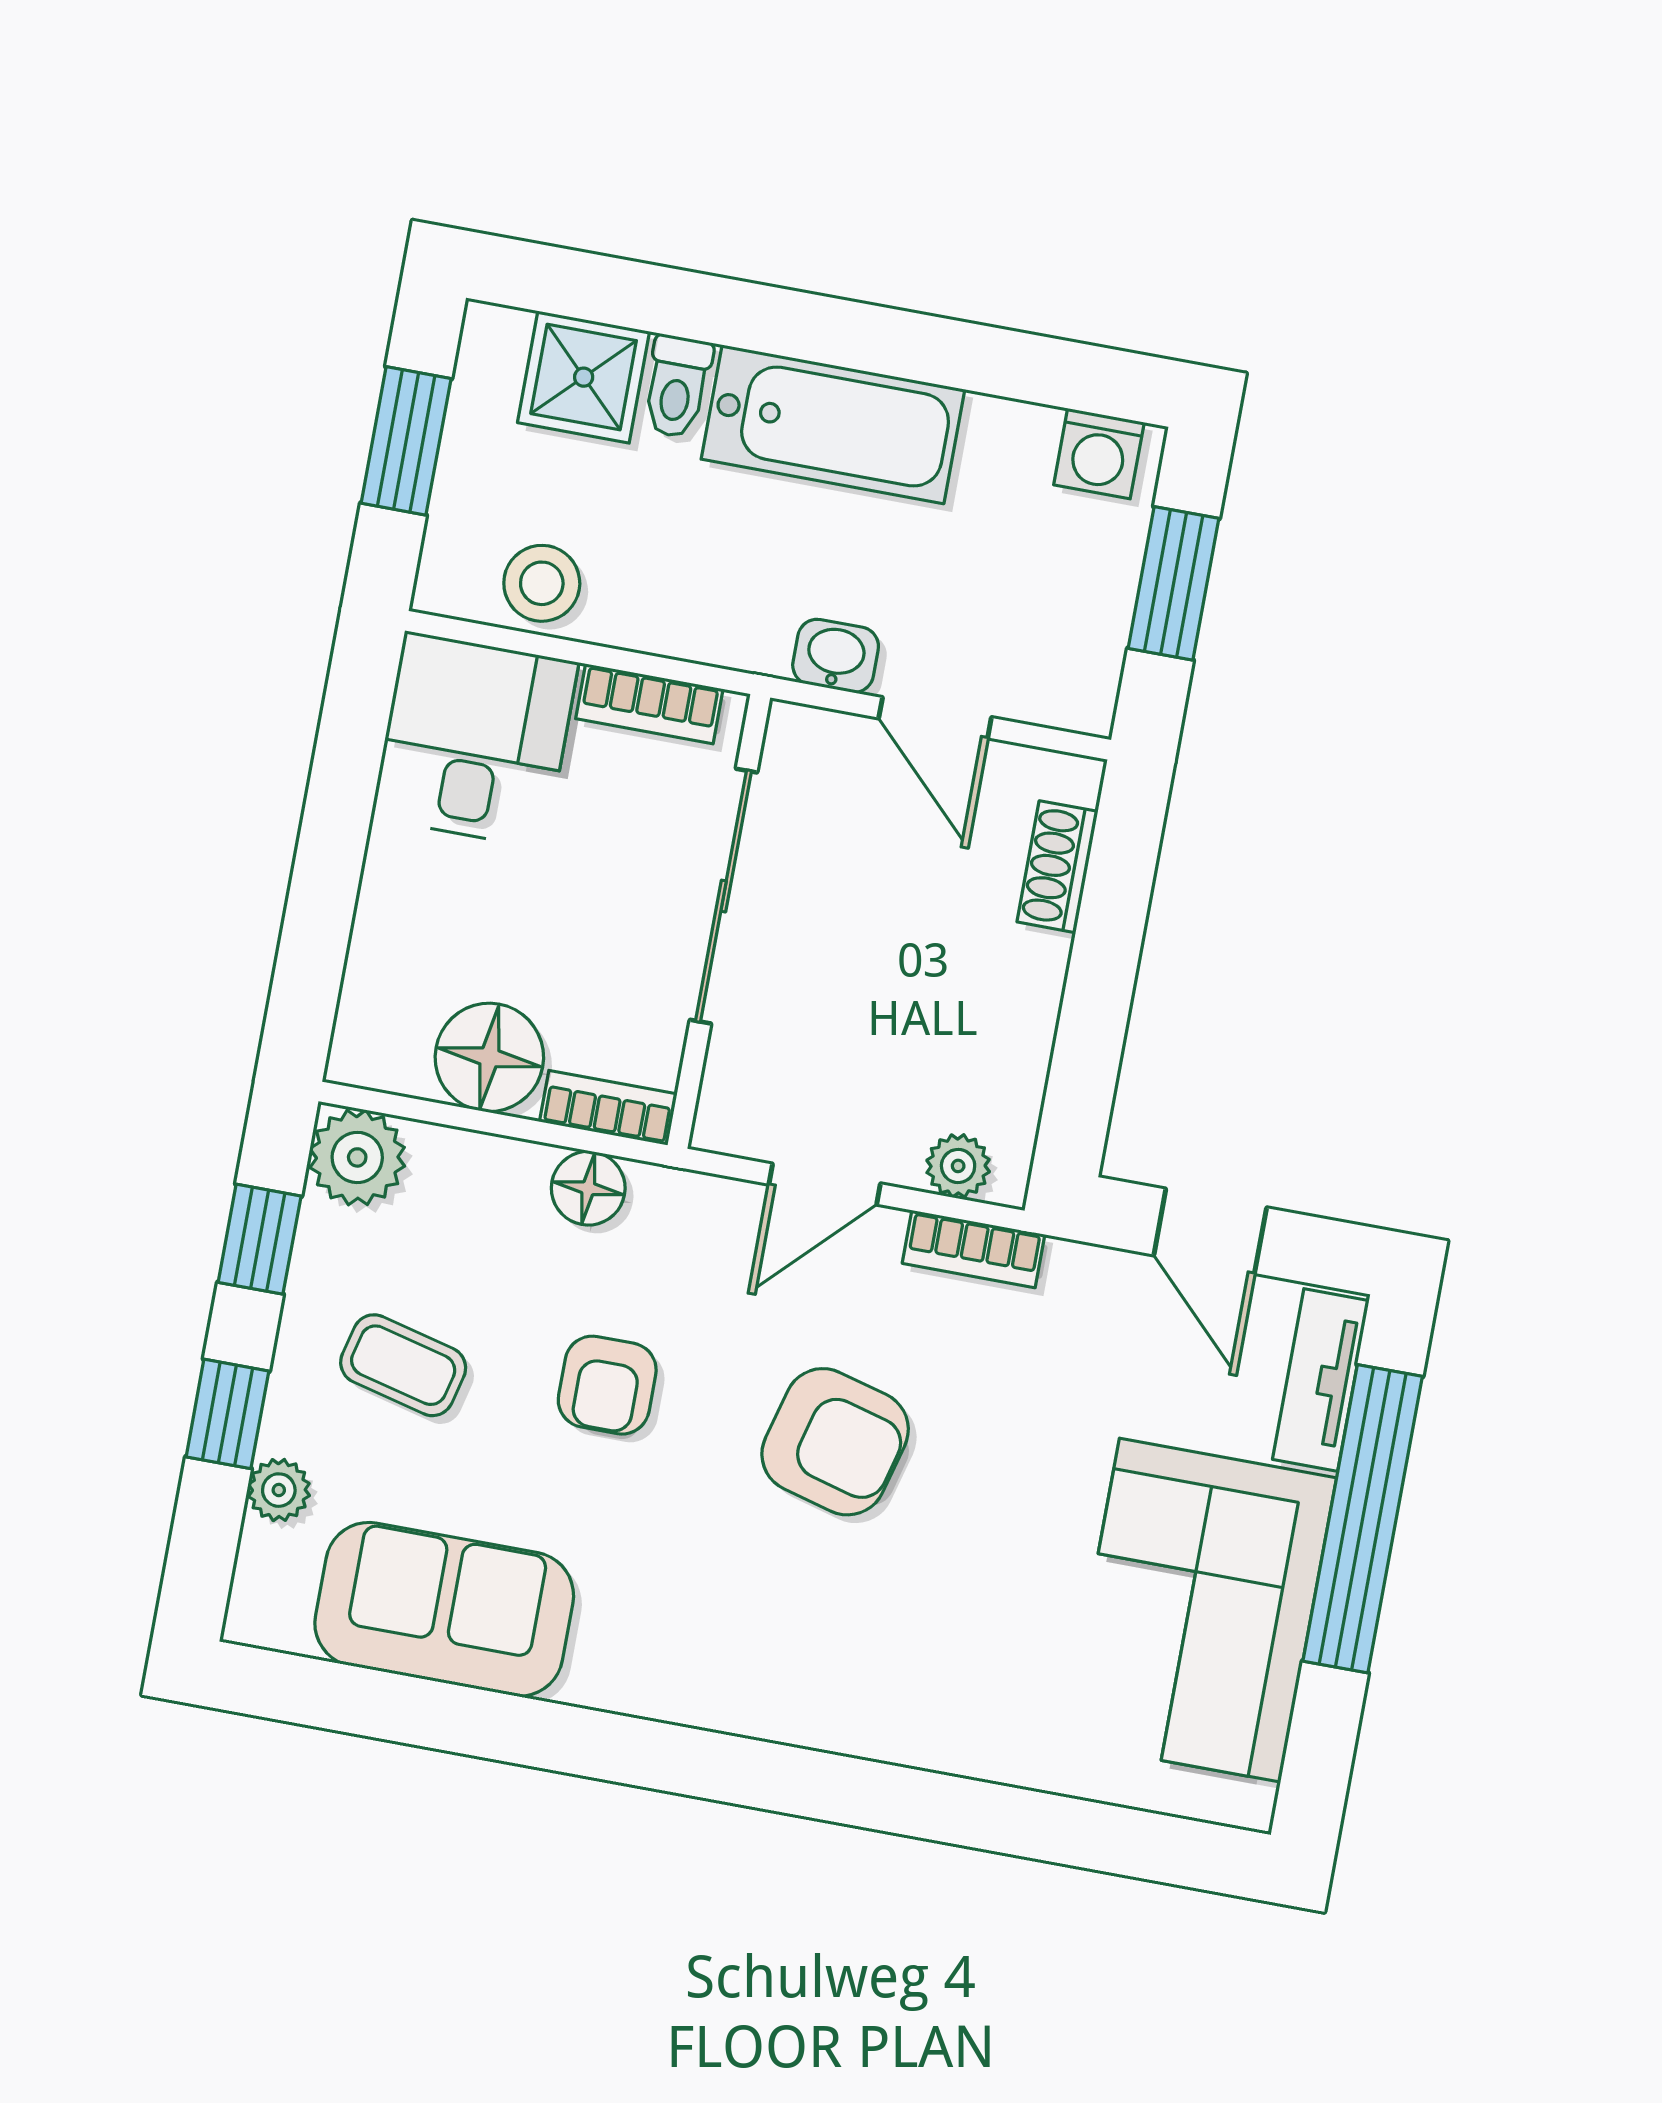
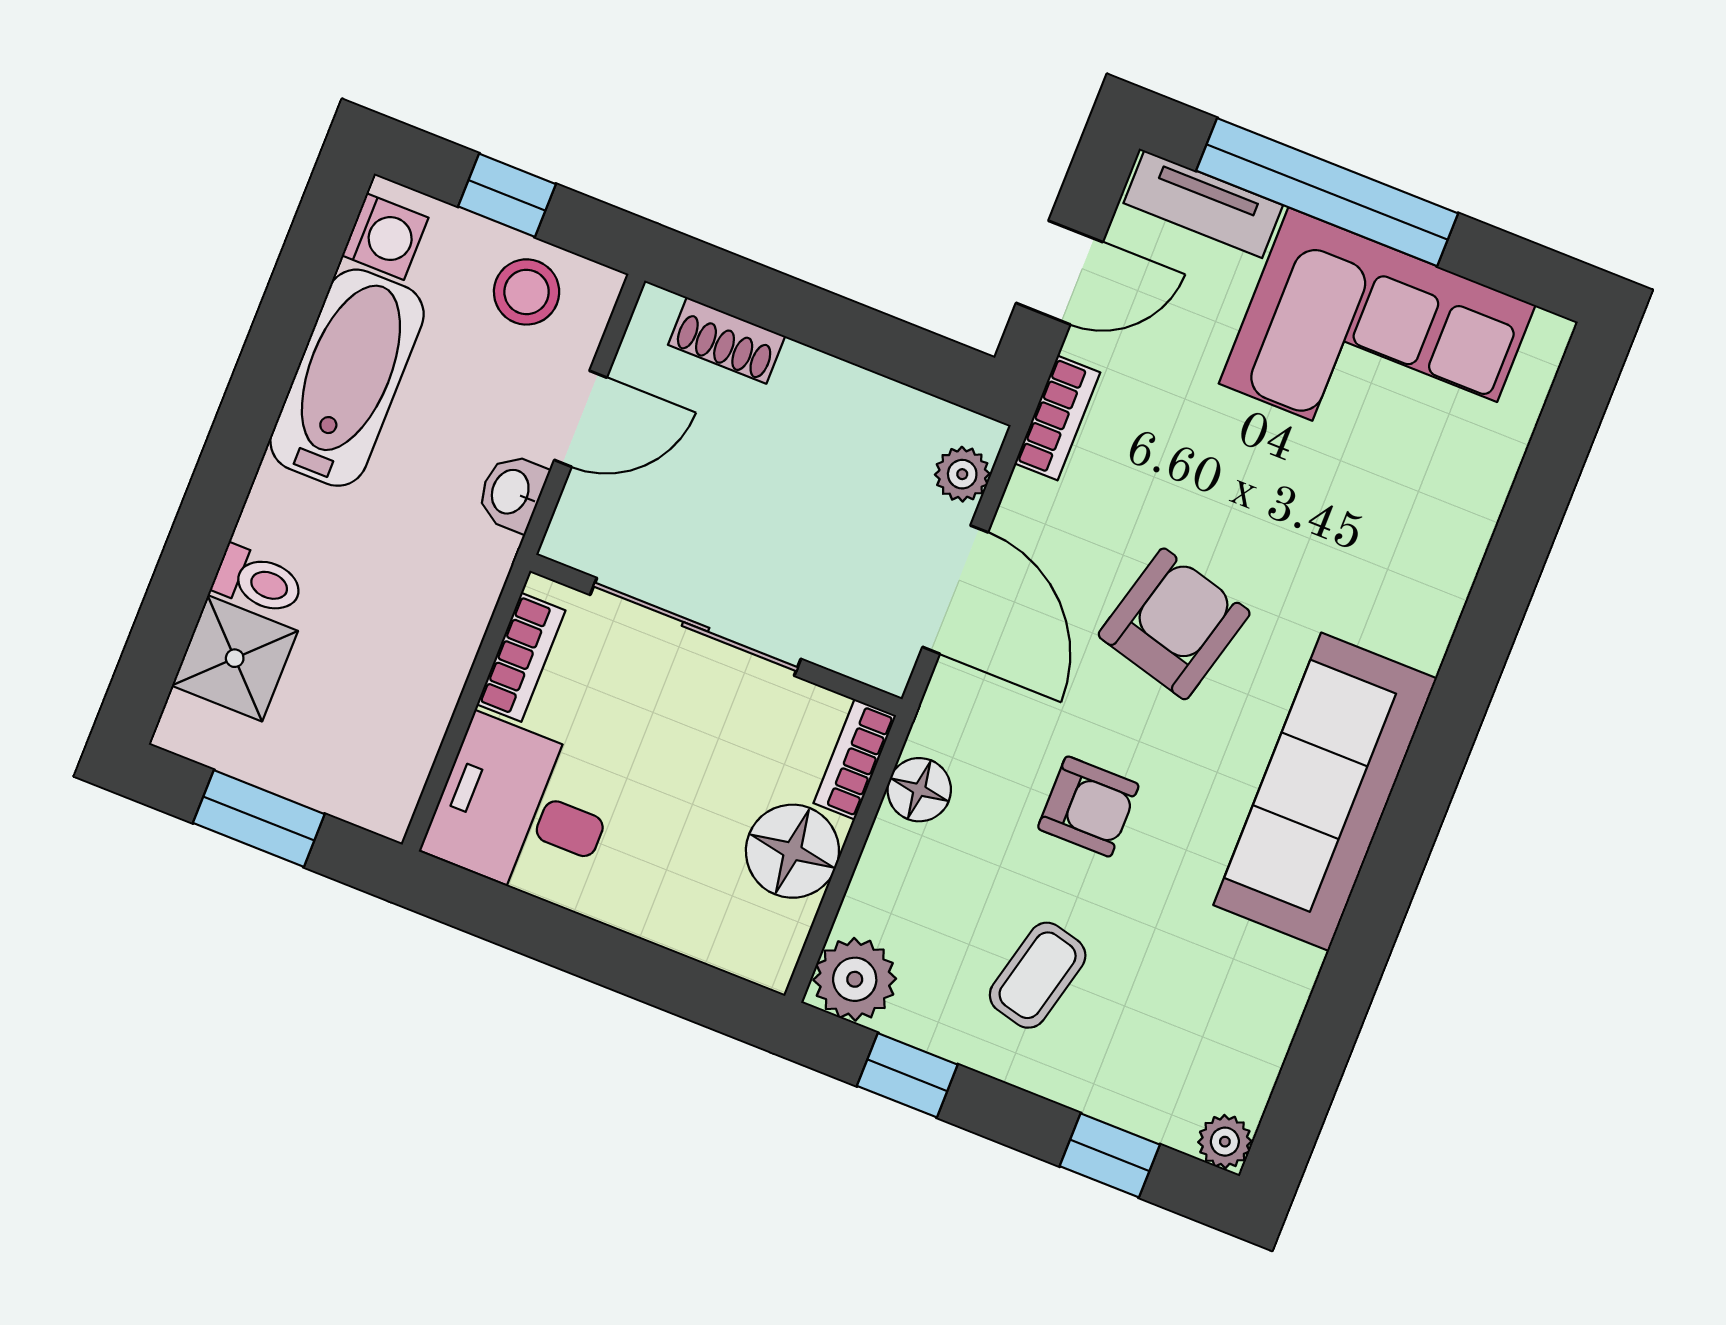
bathtub: (833, 424) -> (347, 378), moved
stool: (542, 583) -> (527, 292), moved
window: (1174, 583) -> (507, 195), width x0.67
door: (825, 1184) -> (955, 590), width x1.38
bookcase: (974, 1249) -> (1057, 418), moved
window: (227, 1414) -> (1110, 1155), moved
plant: (279, 1490) -> (1225, 1142), moved
sofa: (444, 1609) -> (1325, 792), moved, width x1.36

